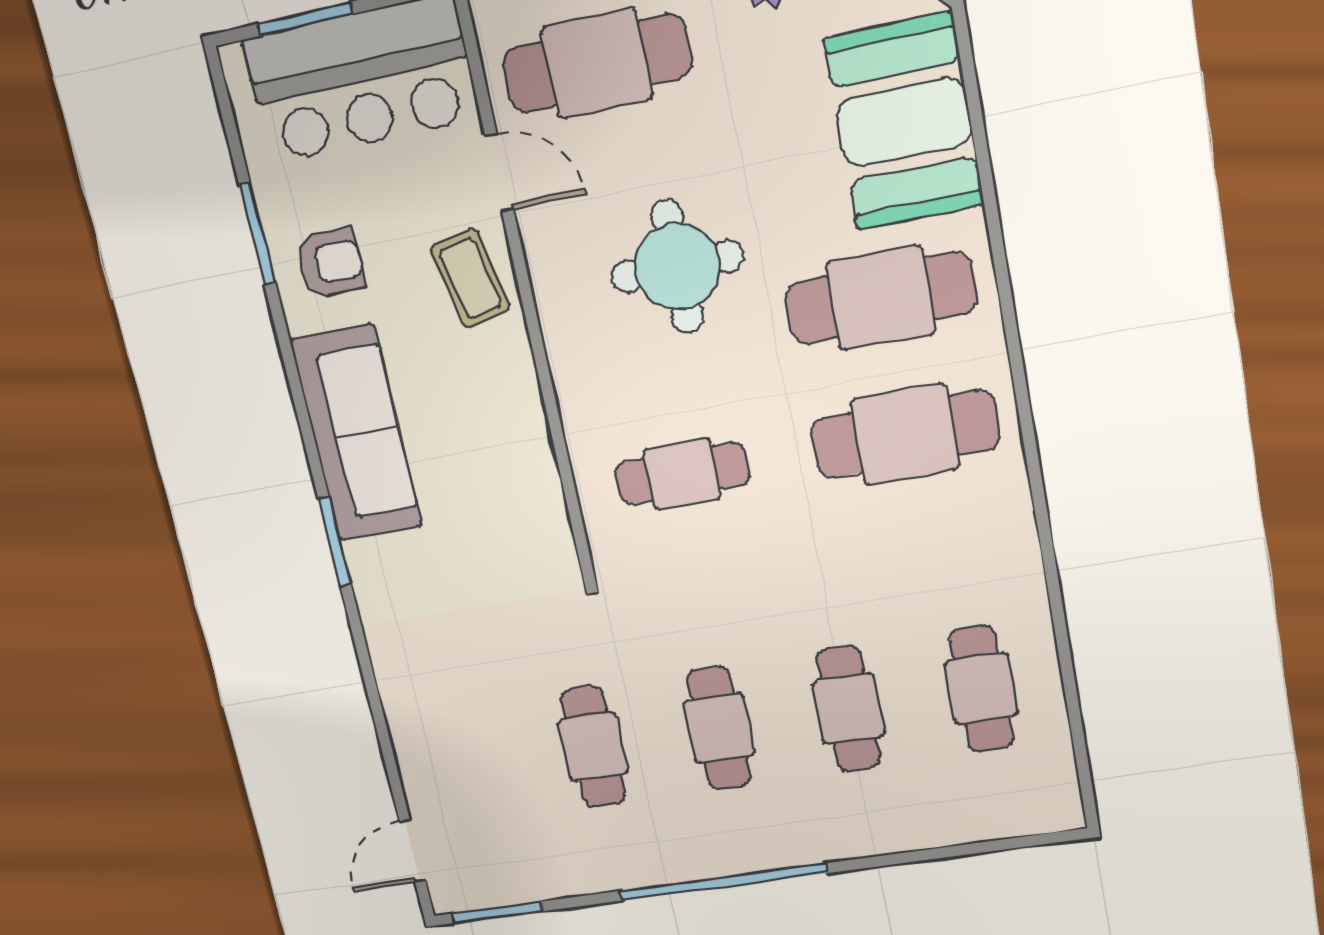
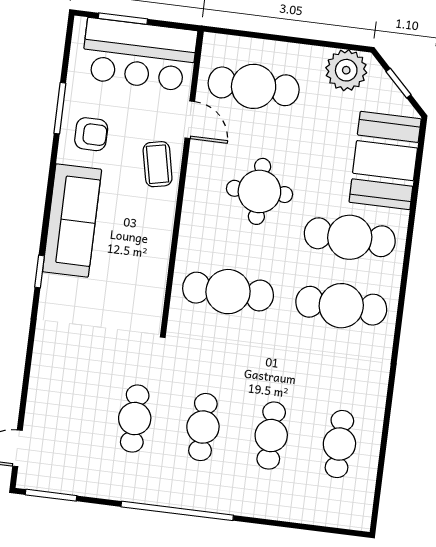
cafe table: (682, 474) -> (228, 292), width x1.37, depth x1.35
window: (335, 542) -> (40, 271), width x0.67

